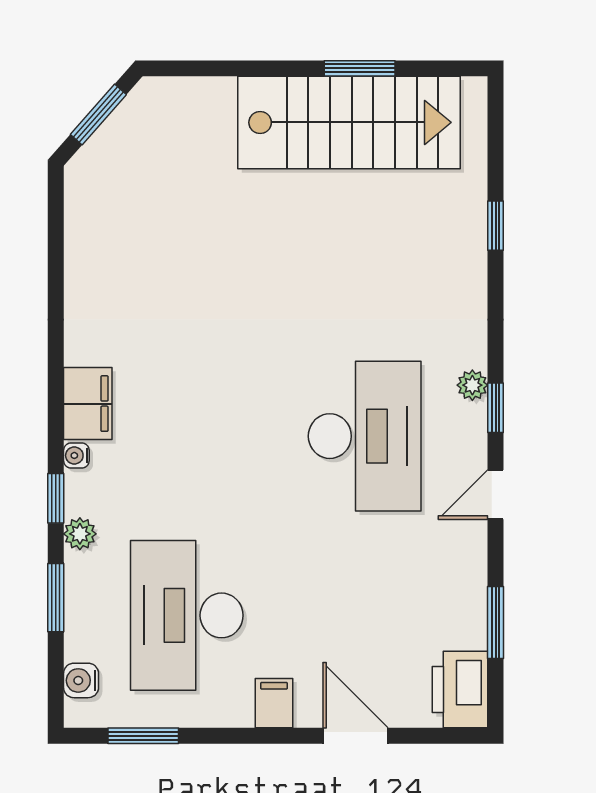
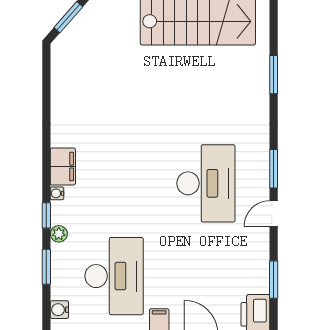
window: (496, 226) -> (274, 75), width x1.50
plant: (472, 385) -> (262, 157), removed
window: (496, 408) -> (274, 169), width x1.50
desk: (187, 615) -> (114, 276), turned 180

